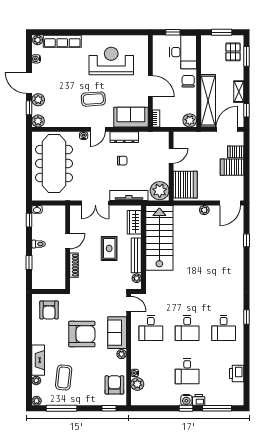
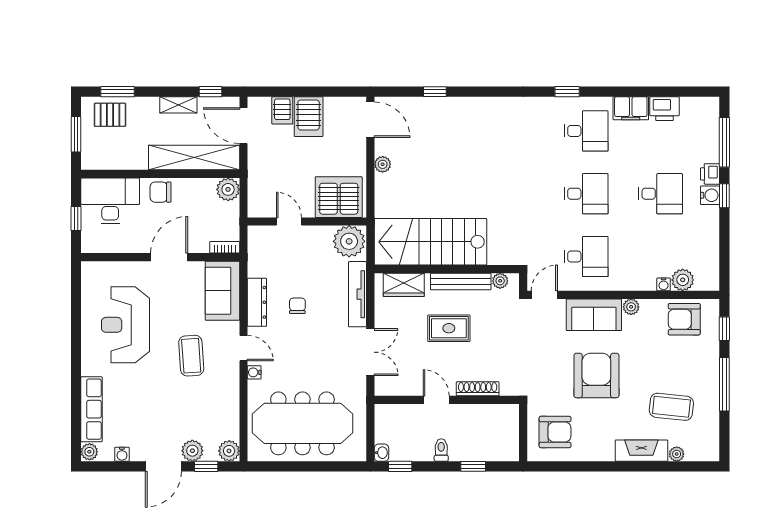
filing cabinet: (237, 354) -> (631, 108), added
plant: (37, 401) -> (712, 454), removed
window: (61, 408) -> (724, 384), moved

